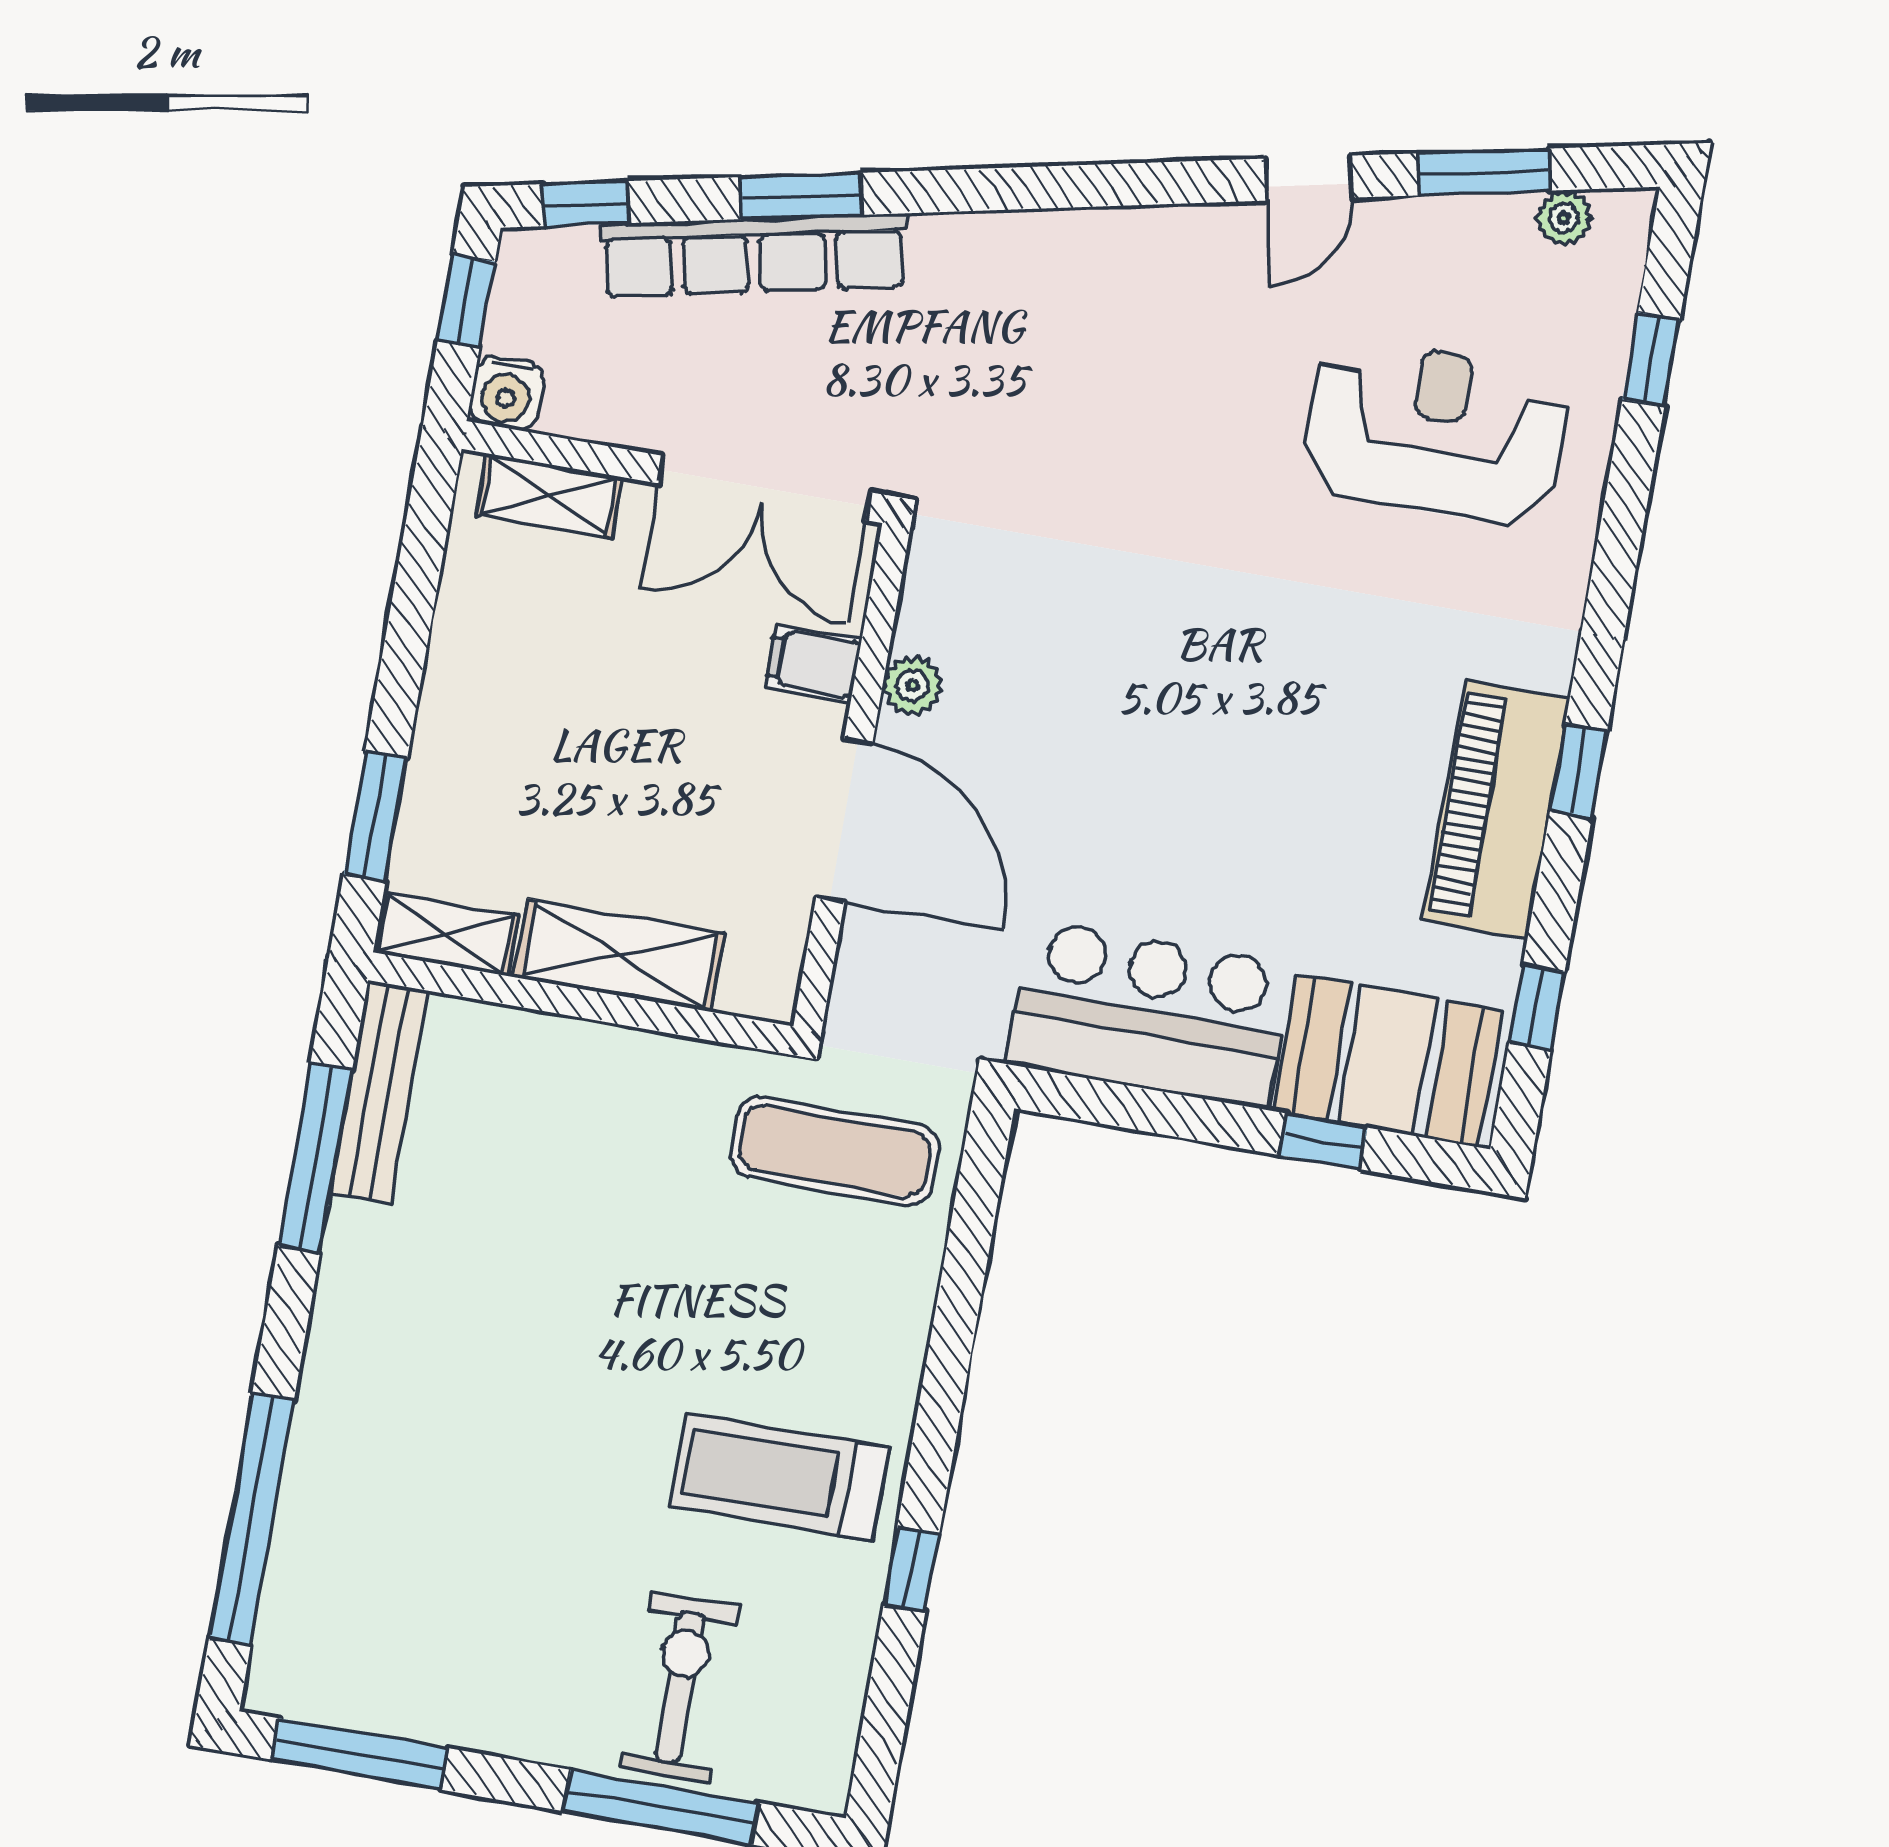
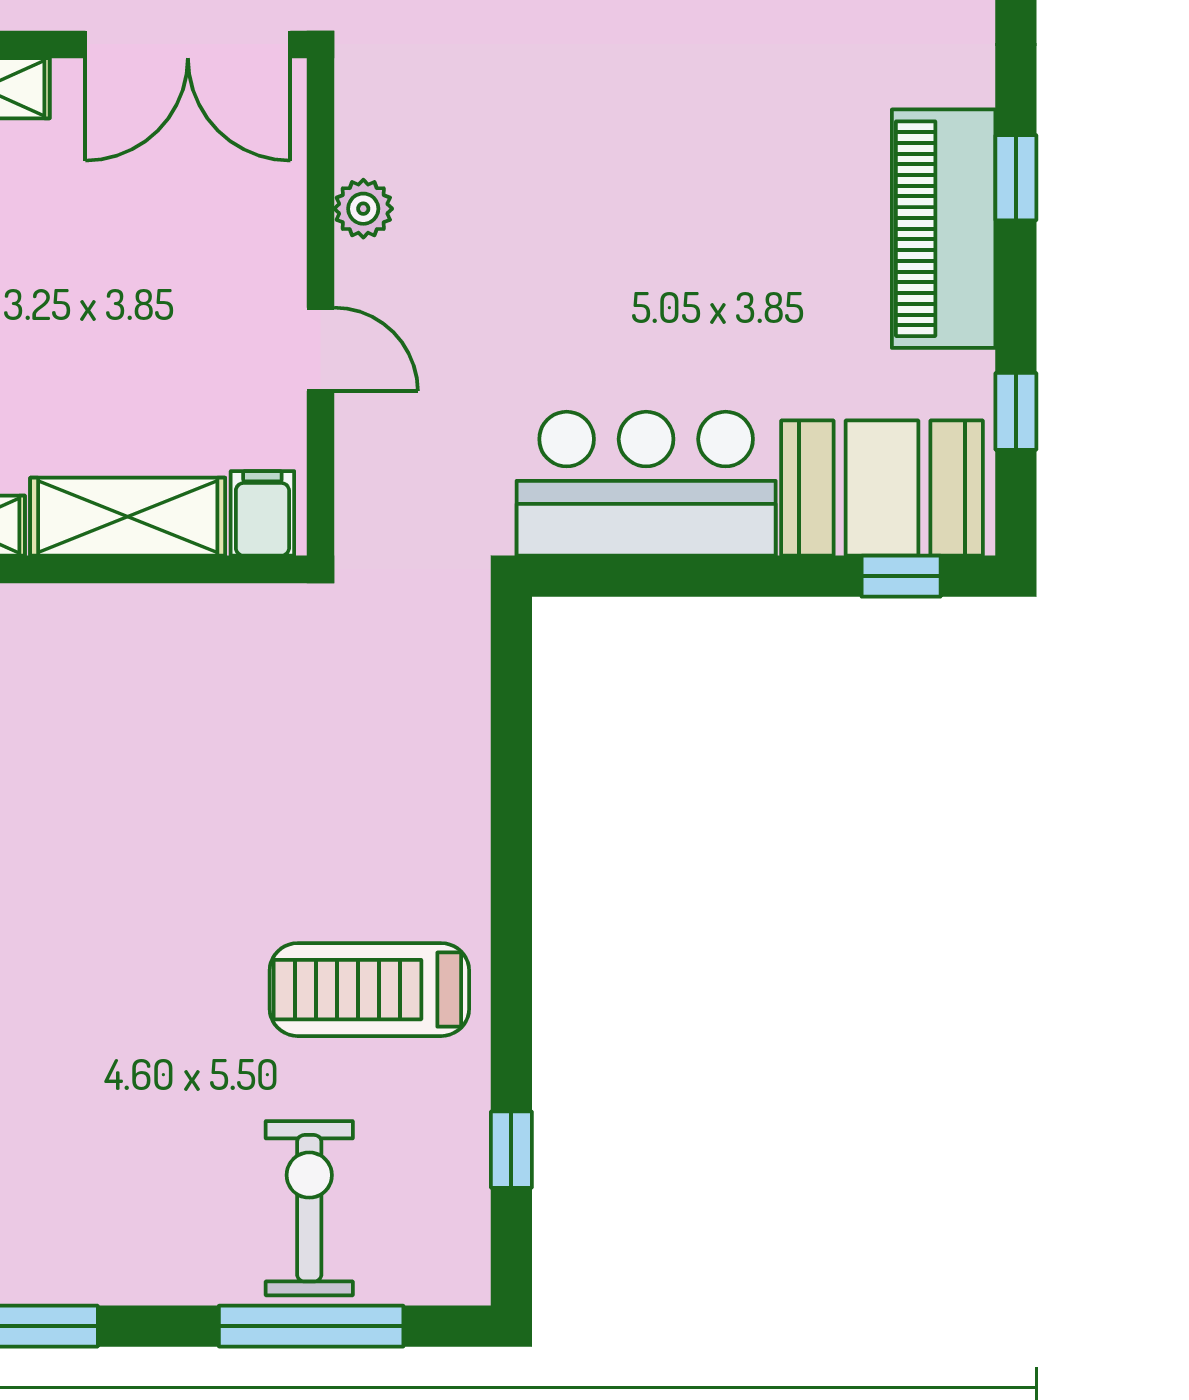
filing cabinet: (814, 663) -> (262, 513), moved, turned 90
door: (844, 820) -> (321, 349), width x0.53
window: (1323, 1141) -> (901, 576), moved
exercise mat: (835, 1151) -> (367, 668), removed
window: (911, 1570) -> (511, 1150), moved

